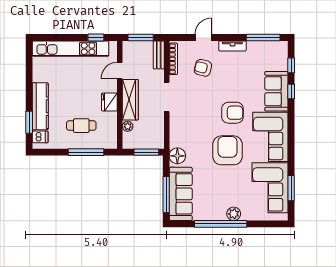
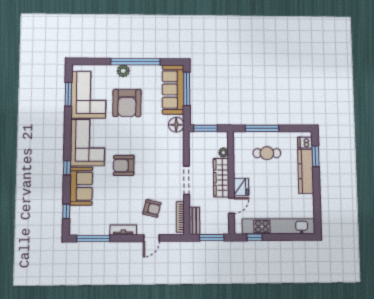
window: (291, 92) -> (67, 168), moved
fridge: (109, 102) -> (241, 187), moved
armchair: (228, 150) -> (127, 103), moved

